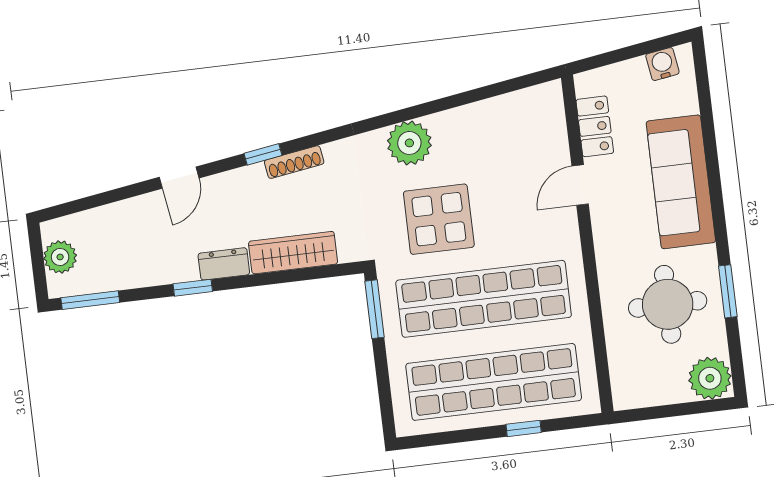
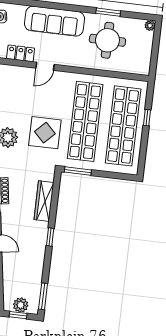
door: (580, 185) -> (45, 66), hinge flipped
window: (37, 257) -> (18, 315), added
dresser: (224, 264) -> (41, 233), removed
window: (193, 288) -> (50, 237), moved
plant: (710, 378) -> (150, 26), width x0.53, depth x0.53

